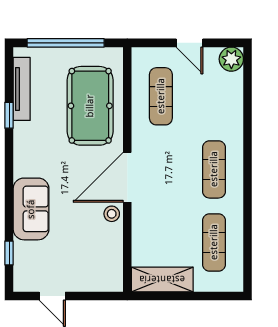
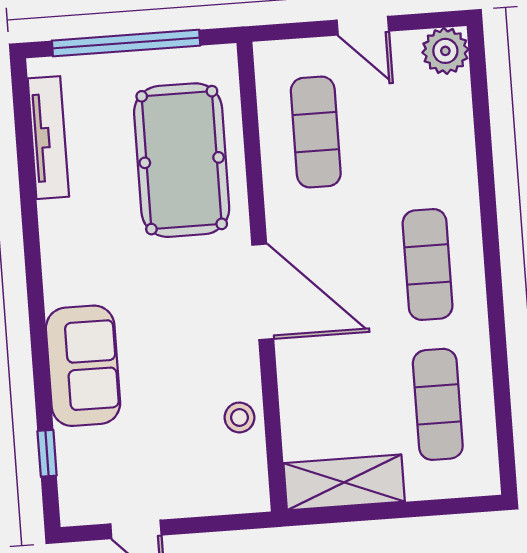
window: (9, 115) -> (28, 190), removed
door: (127, 177) -> (263, 292), swing flipped
stool: (112, 214) -> (239, 417), moved

